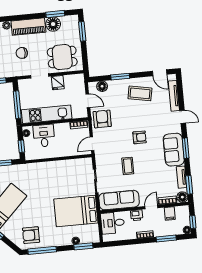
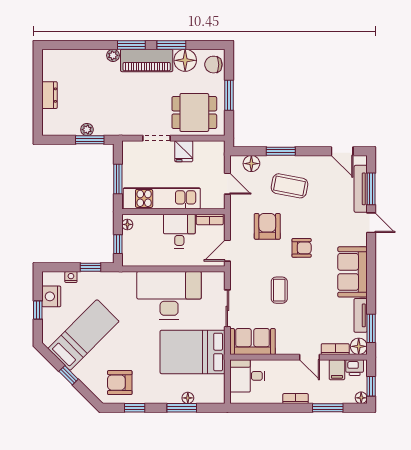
window: (55, 14) -> (171, 45), moved
window: (18, 18) -> (131, 45), added
window: (82, 31) -> (229, 95), moved
chair: (22, 53) -> (213, 65), moved
coffee table: (140, 93) -> (289, 186), moved
window: (17, 105) -> (118, 179), width x0.69
armchair: (102, 119) -> (267, 226), moved
desk: (44, 136) -> (179, 231), moved
window: (186, 148) -> (371, 189), moved
desk: (57, 176) -> (169, 295), added
sofa: (119, 200) -> (252, 342), width x0.73
door: (151, 207) -> (309, 357), swing flipped
printer: (137, 215) -> (355, 368), moved
window: (83, 246) -> (182, 408), moved
window: (42, 250) -> (135, 408), width x0.46

